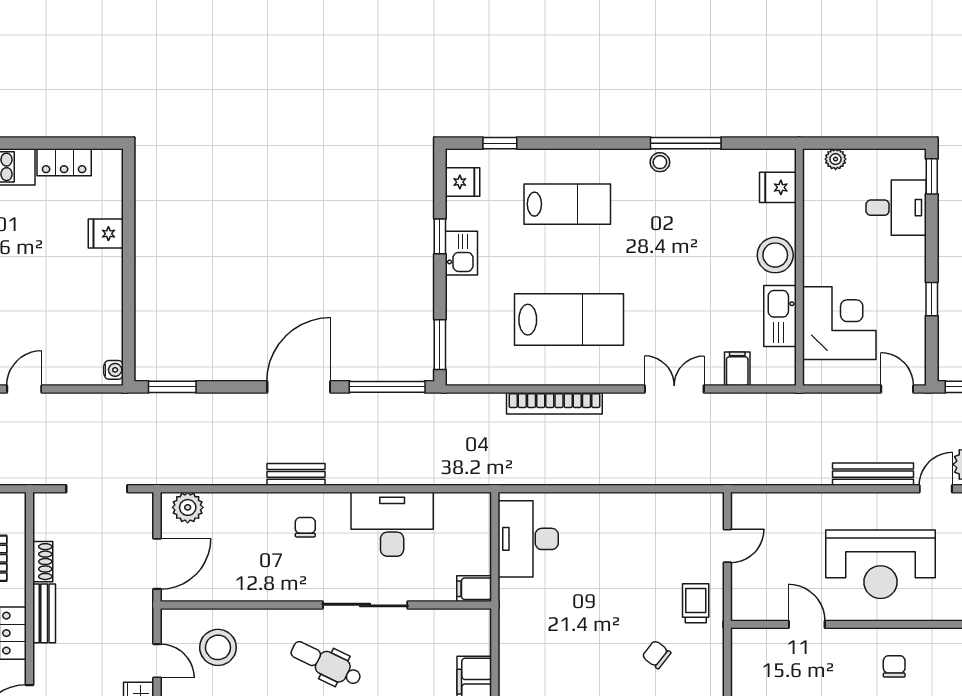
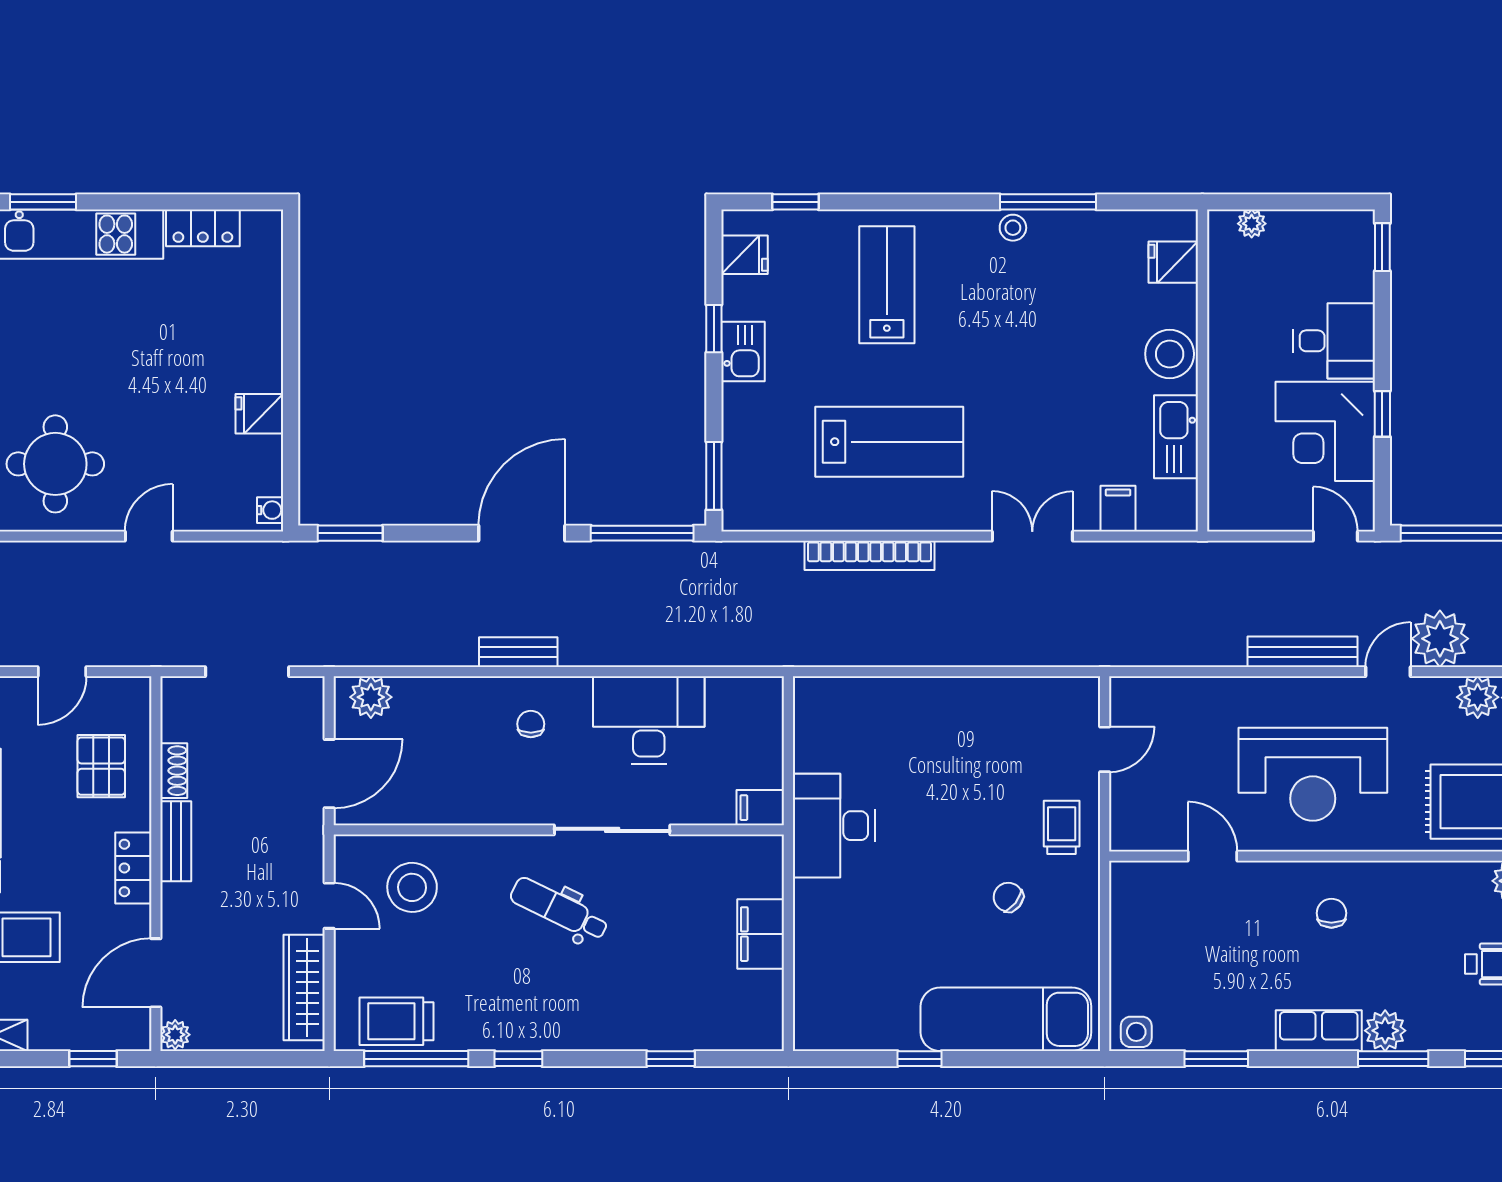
lab bench: (567, 204) -> (887, 285), turned -90
desk: (896, 208) -> (1334, 341), moved
fridge: (106, 234) -> (259, 414), moved
corner desk: (839, 323) -> (1325, 431), moved, turned 180
desk: (528, 539) -> (834, 826), moved

